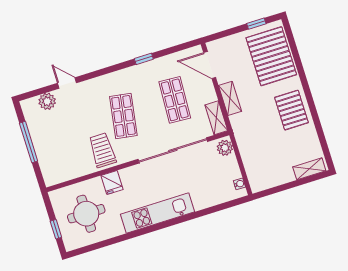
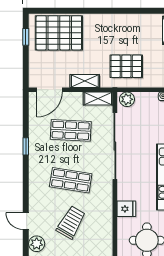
door: (67, 83) -> (26, 221), hinge flipped
pallet: (291, 110) -> (126, 66), moved
trolley: (102, 150) -> (71, 222), moved, turned 120

